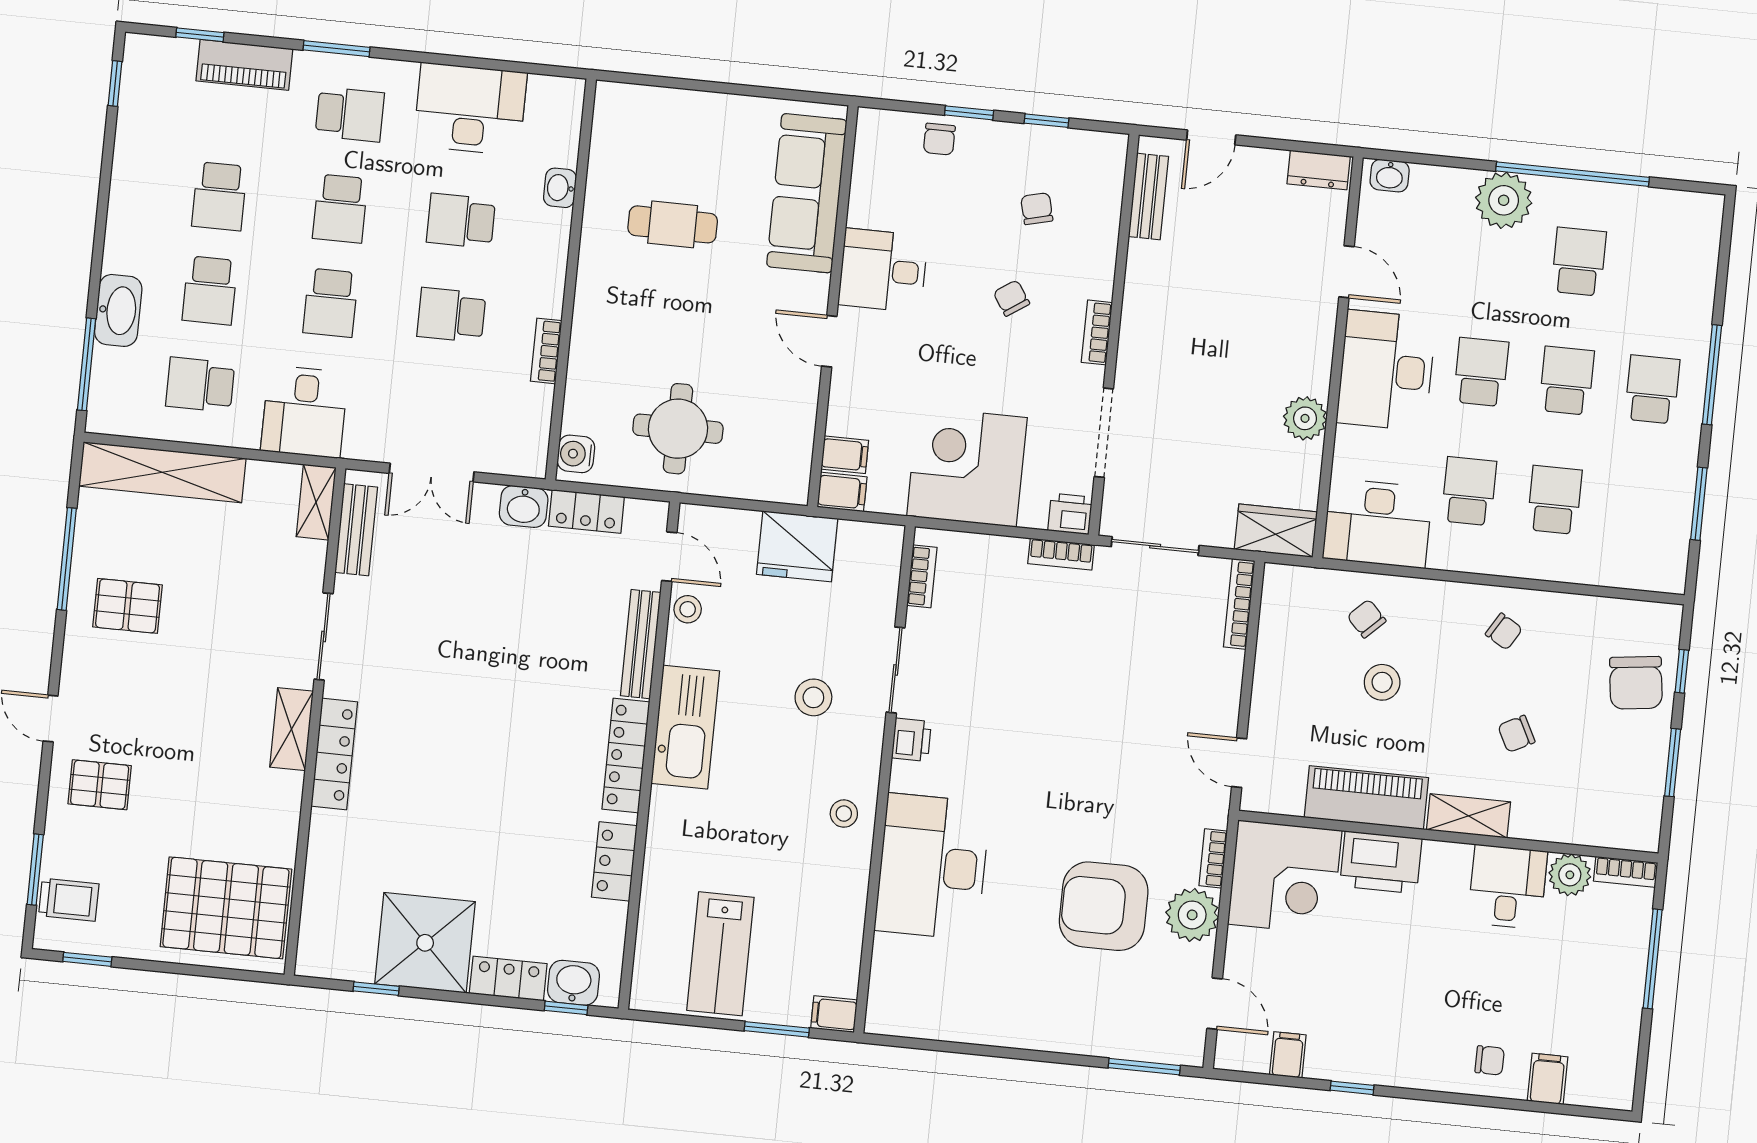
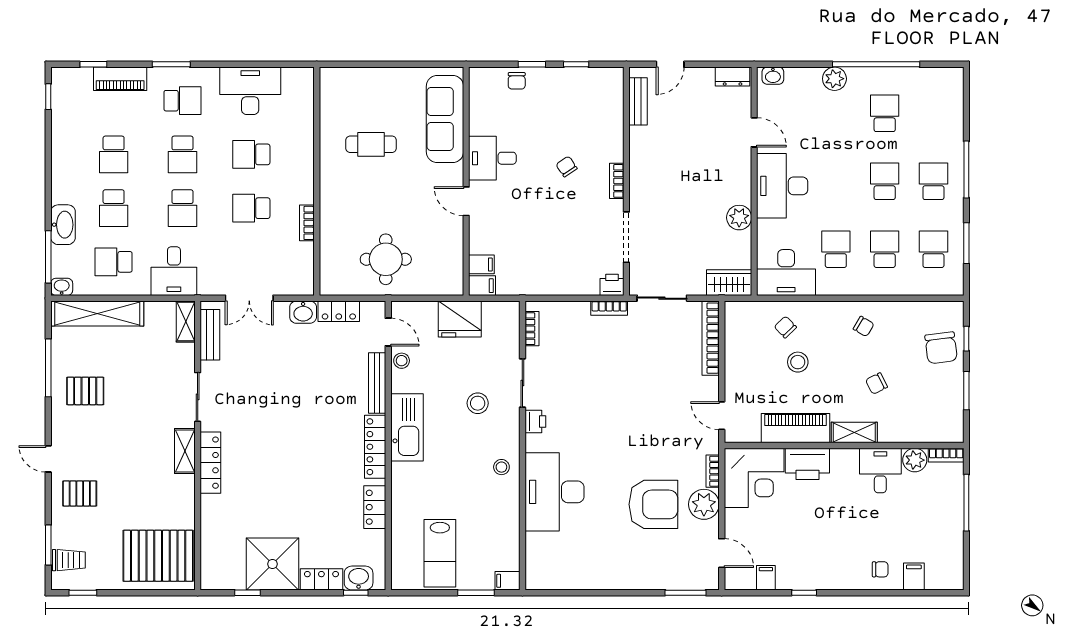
washbasin: (560, 188) -> (62, 287), moved, turned 90
plant: (1504, 200) -> (834, 79), width x0.73, depth x0.73
chair: (1037, 209) -> (576, 115), removed
school desk: (1481, 372) -> (933, 249), moved
water cooler: (576, 454) -> (330, 279), removed
corner desk: (967, 467) -> (551, 264), removed
bookcase: (1239, 604) -> (711, 338), width x1.48, depth x1.31
armchair: (1104, 906) -> (653, 504), turned 180

